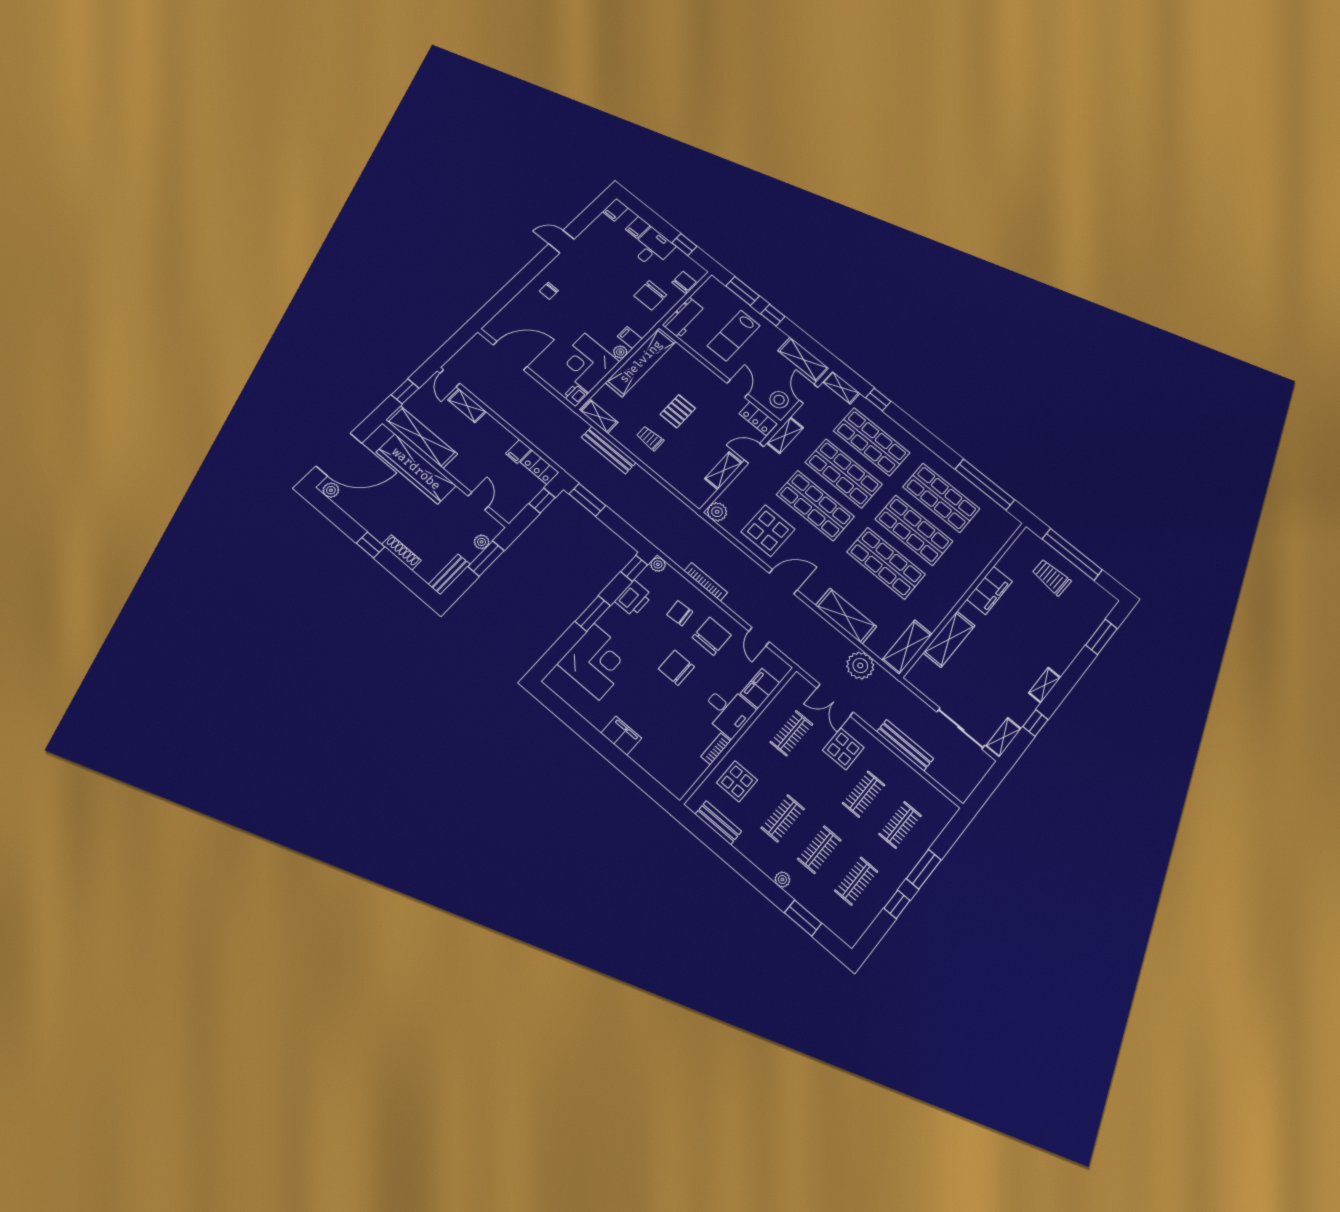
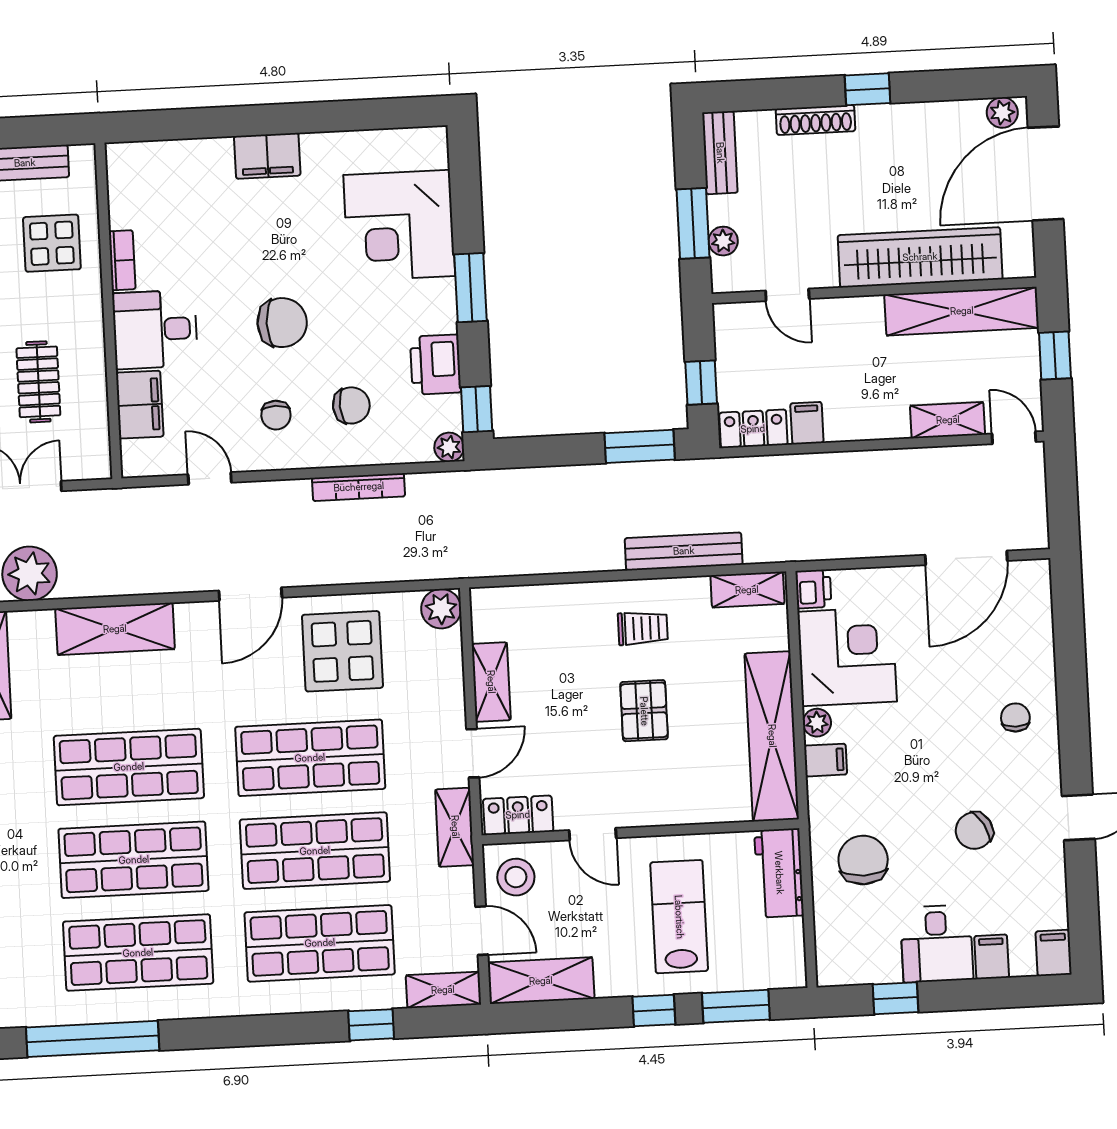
chair: (684, 282) -> (974, 831), moved, turned 60
chair: (712, 636) -> (276, 415), width x0.54, depth x0.54

